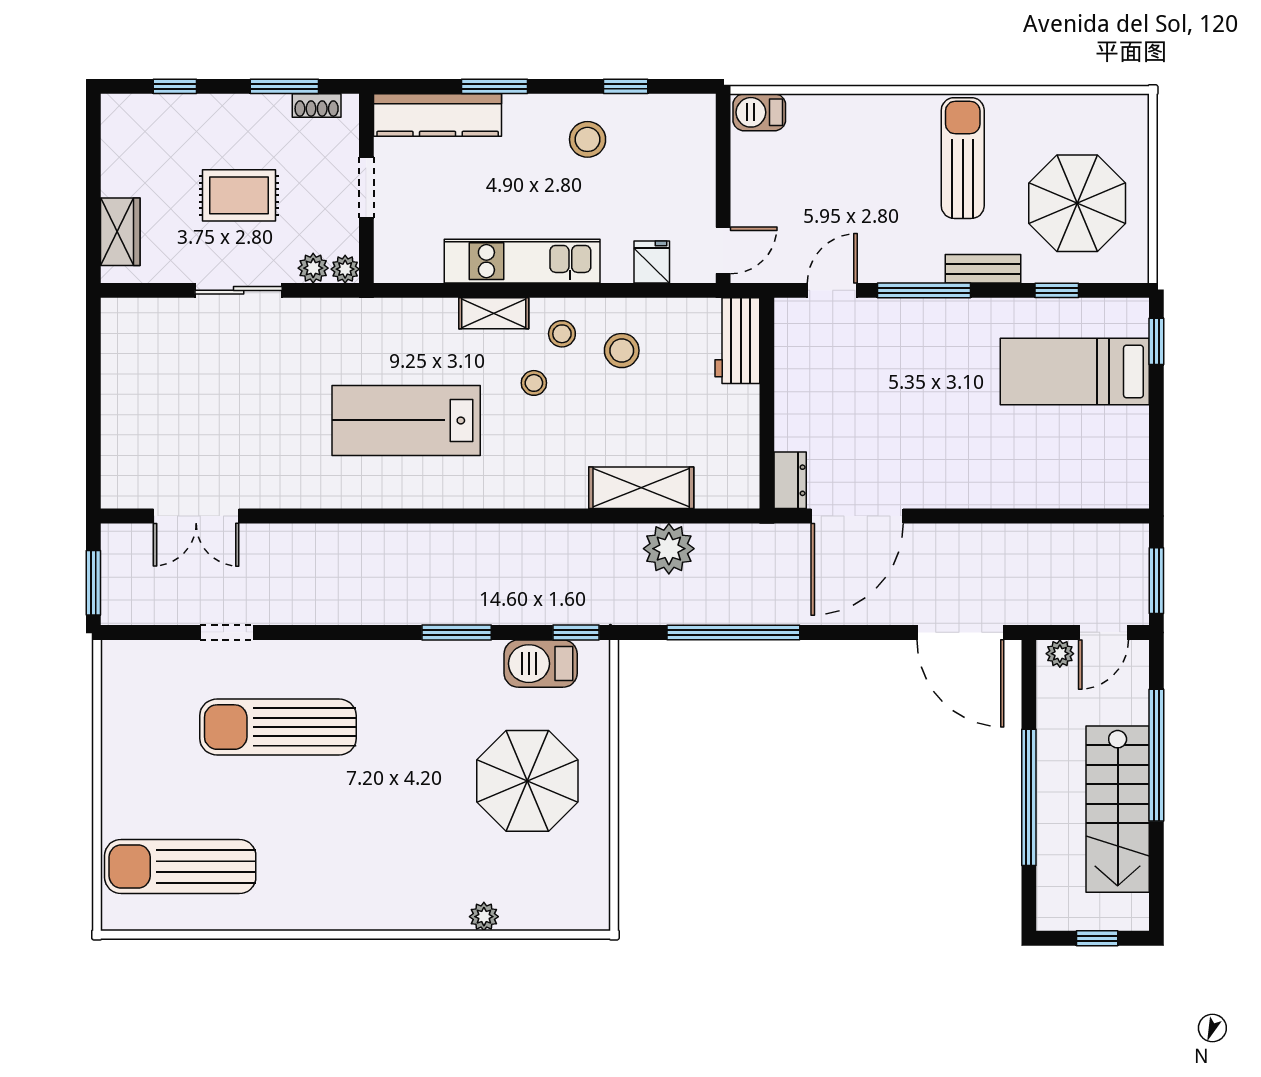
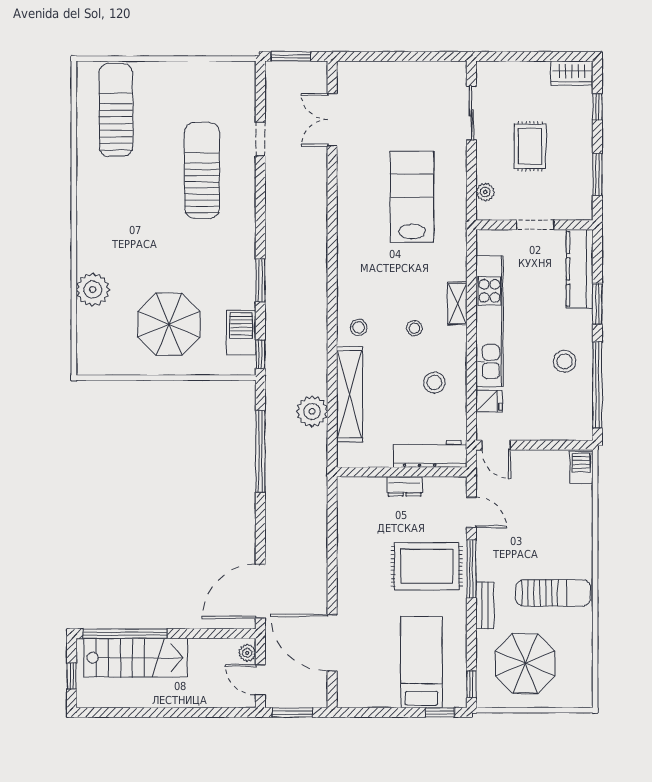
window: (626, 86) -> (597, 385), width x3.17
shoe rack: (317, 106) -> (586, 194), removed
wardrobe: (120, 232) -> (572, 73), moved
kitchen unit: (522, 261) -> (489, 321), width x1.36
plant: (345, 269) -> (485, 212), removed
sliding door: (239, 290) -> (471, 113), moved
window: (1057, 290) -> (471, 684), moved
stool: (562, 334) -> (359, 327), moved
workbench: (737, 341) -> (430, 454), width x1.37
rug: (920, 363) -> (427, 566), added
lab bench: (406, 420) -> (412, 197), moved
dresser: (790, 480) -> (405, 486), moved
shelving: (641, 488) -> (350, 394), width x1.47
door: (857, 516) -> (332, 643), moved
window: (1156, 755) -> (185, 712), removed
window: (1029, 797) -> (125, 634), moved
stairs: (1118, 809) -> (136, 658), moved, turned 180
plant: (484, 917) -> (93, 290), width x1.87, depth x1.87

